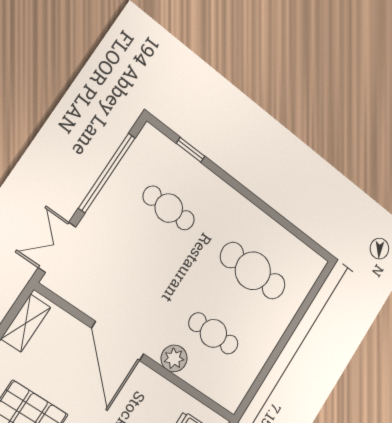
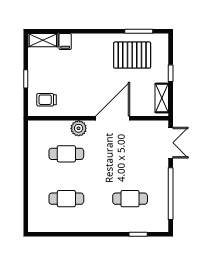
cafe table: (253, 271) -> (66, 199), width x0.73, depth x0.74
door: (118, 341) -> (113, 118), hinge flipped

